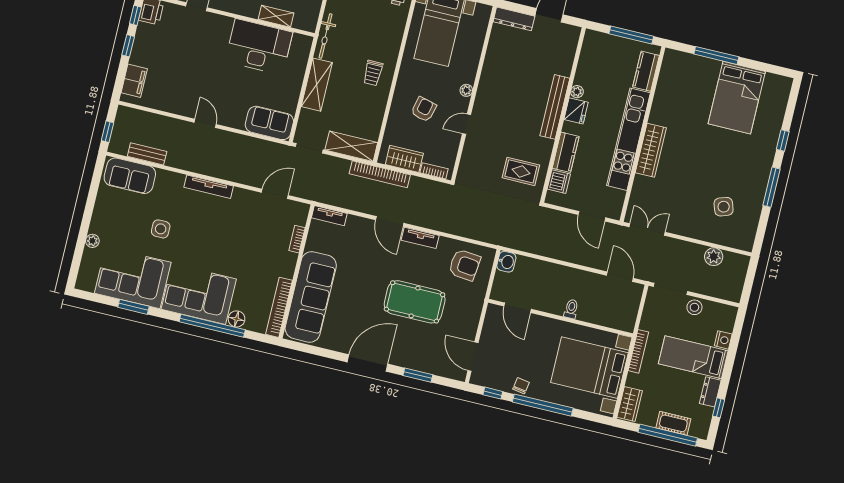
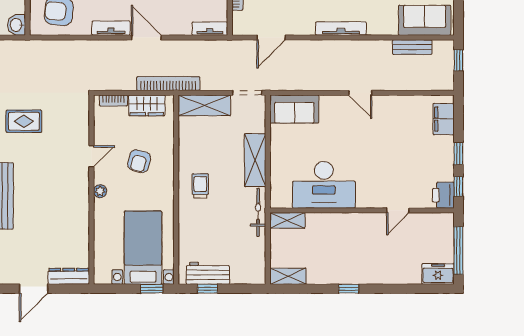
shelving: (276, 16) -> (287, 220), moved

